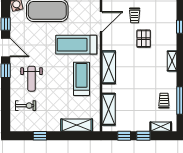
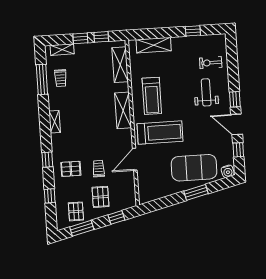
pallet: (144, 39) -> (71, 169), moved, turned 90

